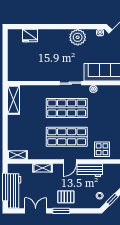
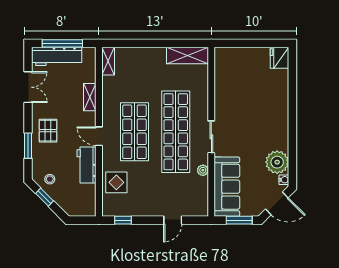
fridge: (30, 36) -> (280, 58), moved
plant: (78, 37) -> (277, 162), moved
shop shelf: (67, 108) -> (176, 132), width x1.40
window: (61, 211) -> (28, 146), moved

